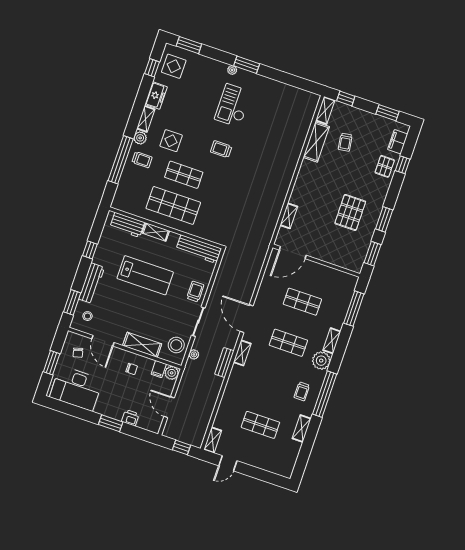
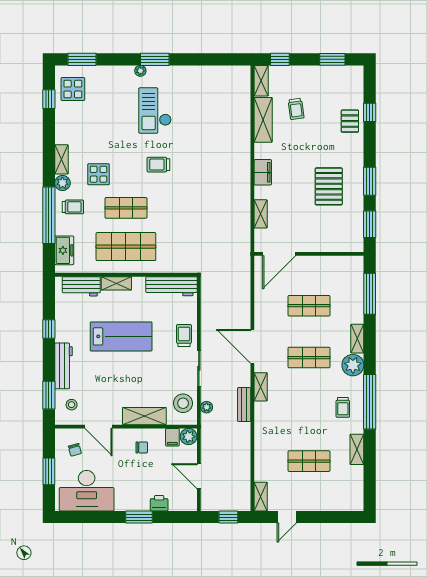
freezer: (156, 96) -> (64, 250), moved
filing cabinet: (398, 142) -> (263, 172), moved, turned 180

